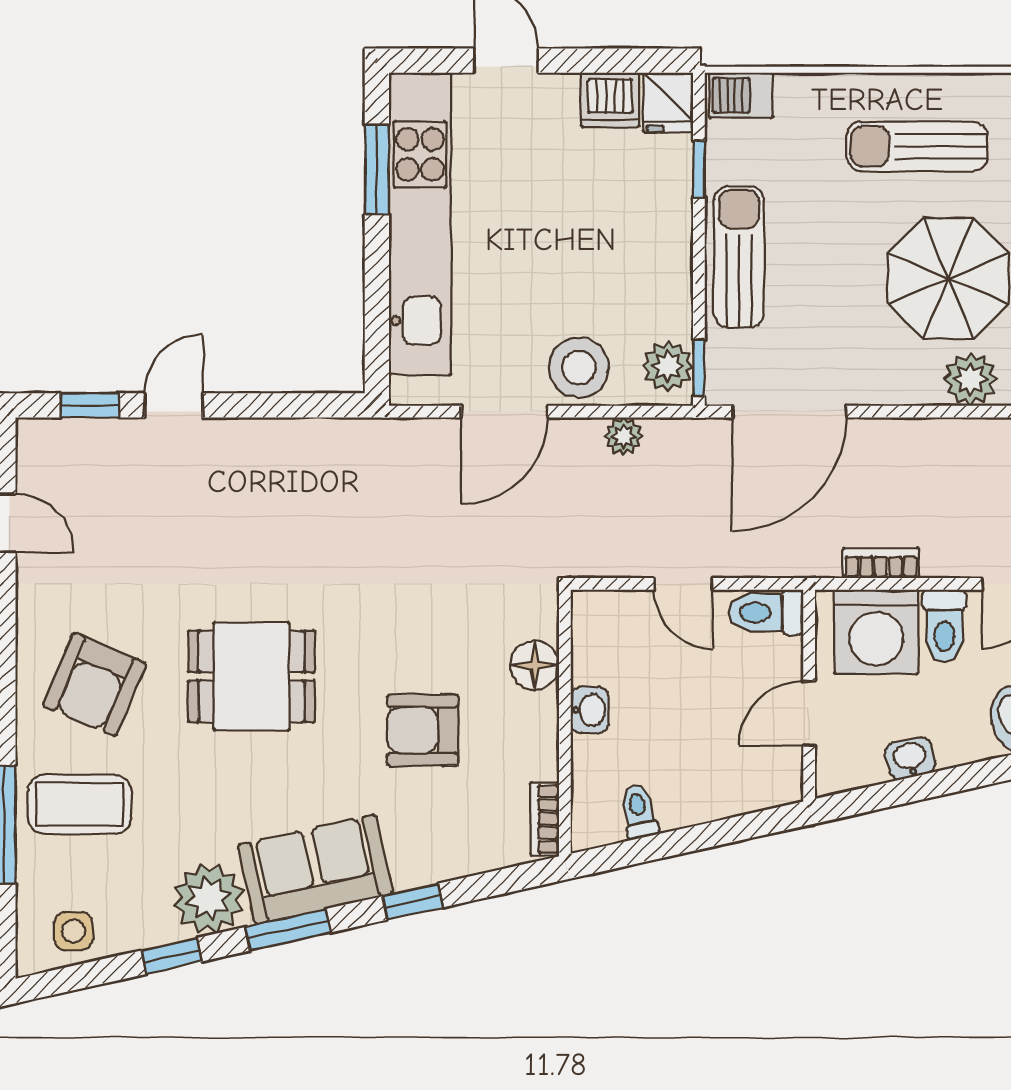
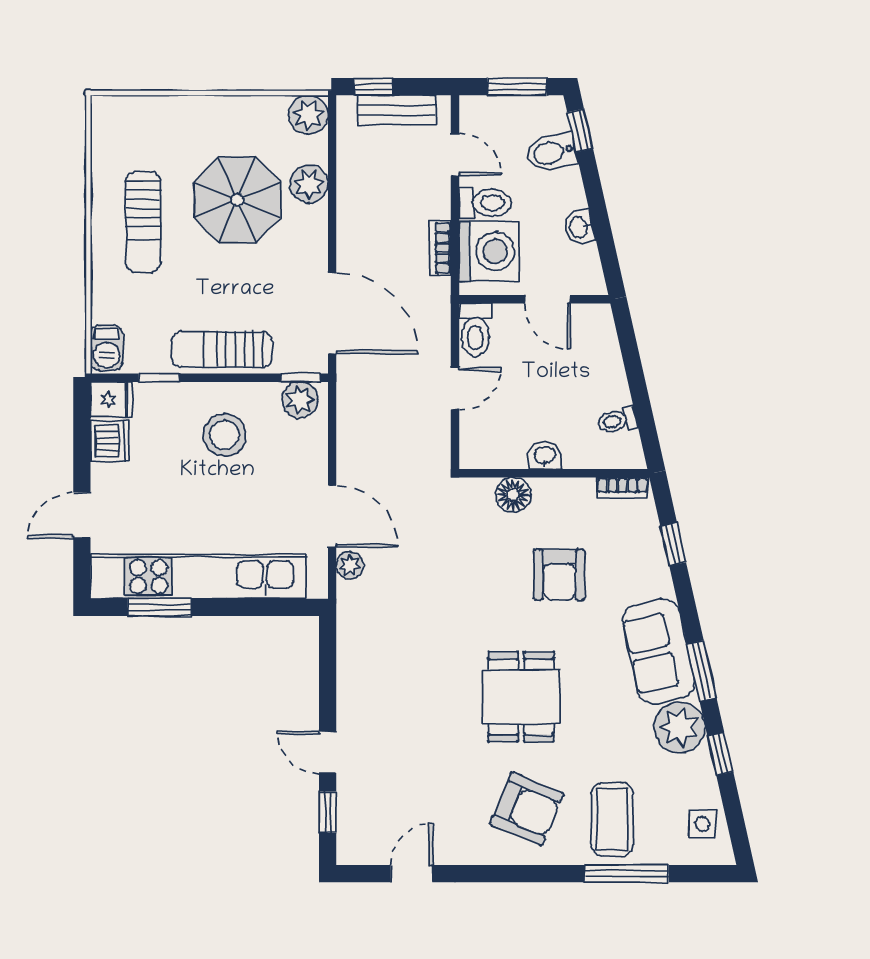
stool: (579, 367) -> (224, 435), moved
plant: (623, 436) -> (350, 565), moved
window: (413, 902) -> (673, 544), moved

